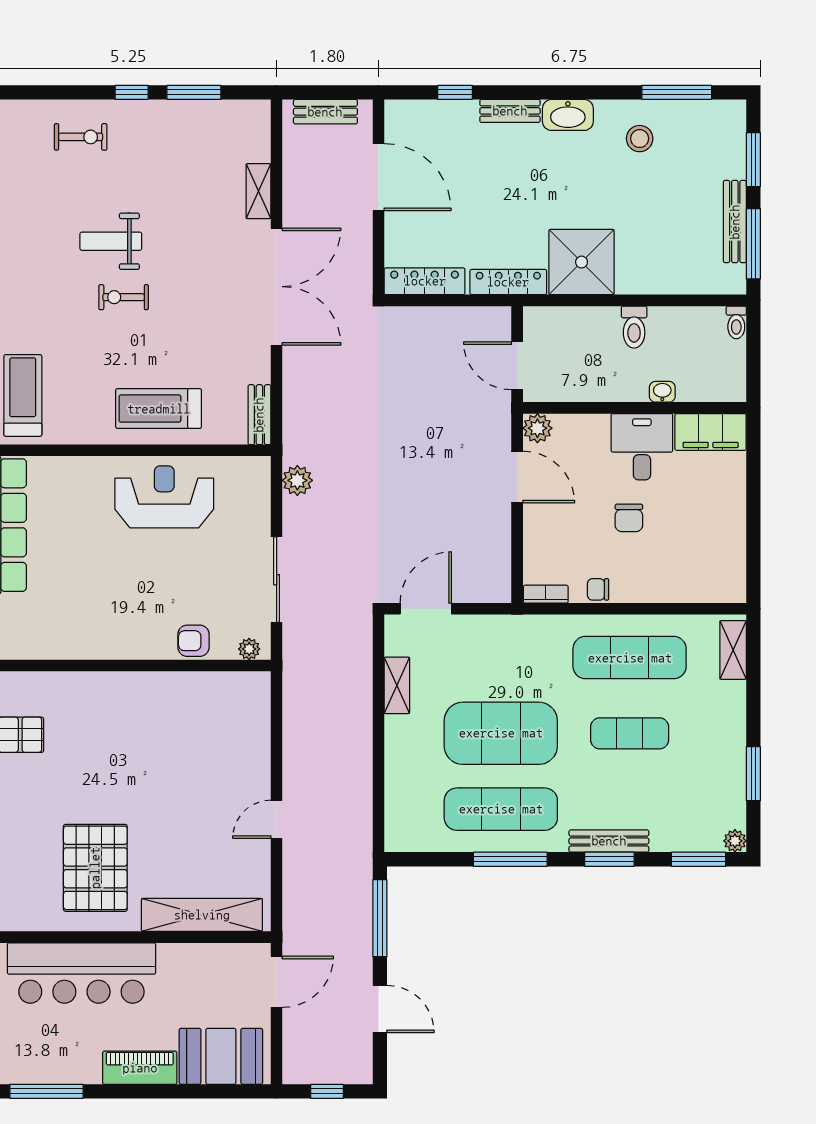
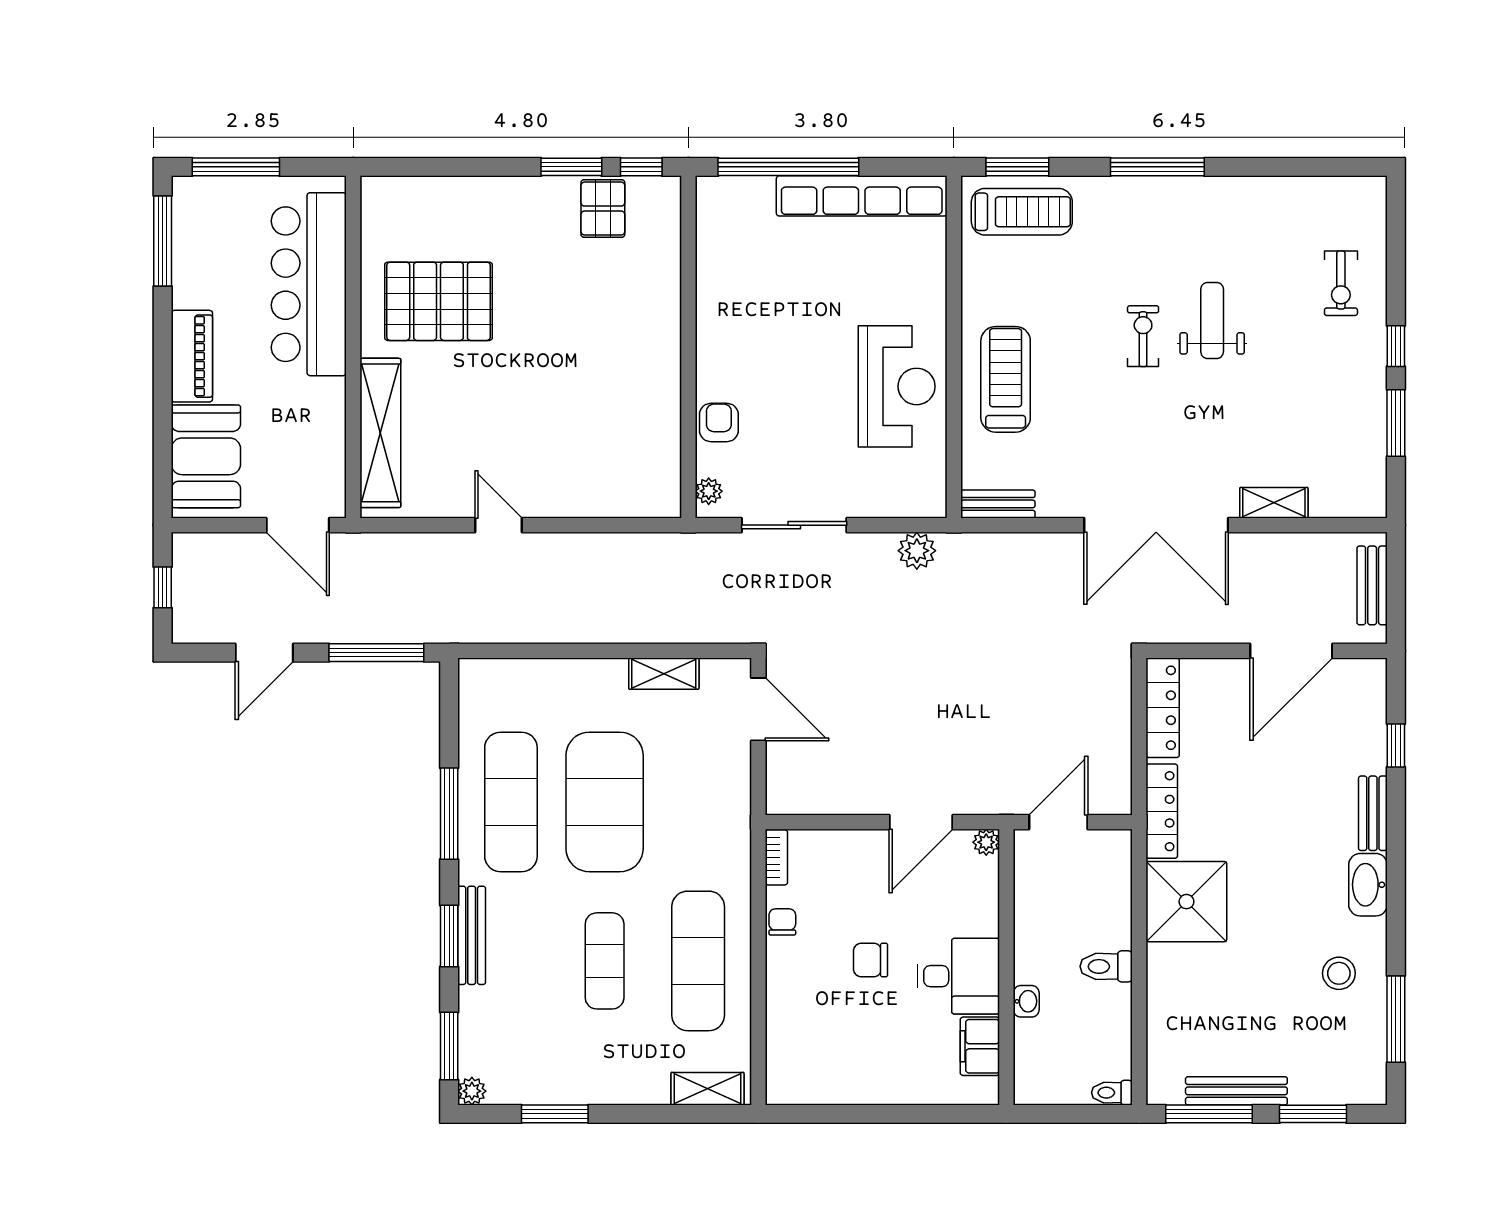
plant: (537, 428) -> (986, 842), width x0.73, depth x0.73
filing cabinet: (711, 432) -> (980, 1046), width x0.67, depth x0.86

